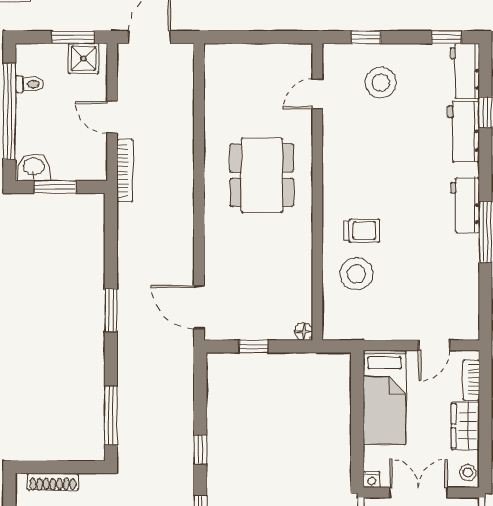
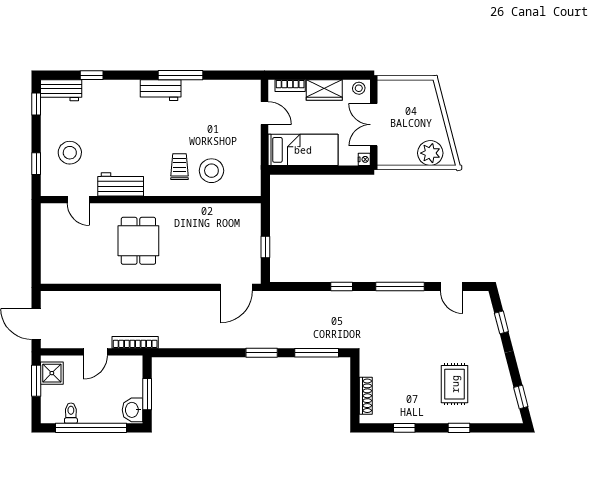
workbench: (463, 131) -> (121, 184), moved, turned 180
dining table: (262, 175) -> (138, 241), width x0.73
window: (111, 310) -> (262, 353), moved
floor lamp: (304, 332) -> (254, 210), removed

